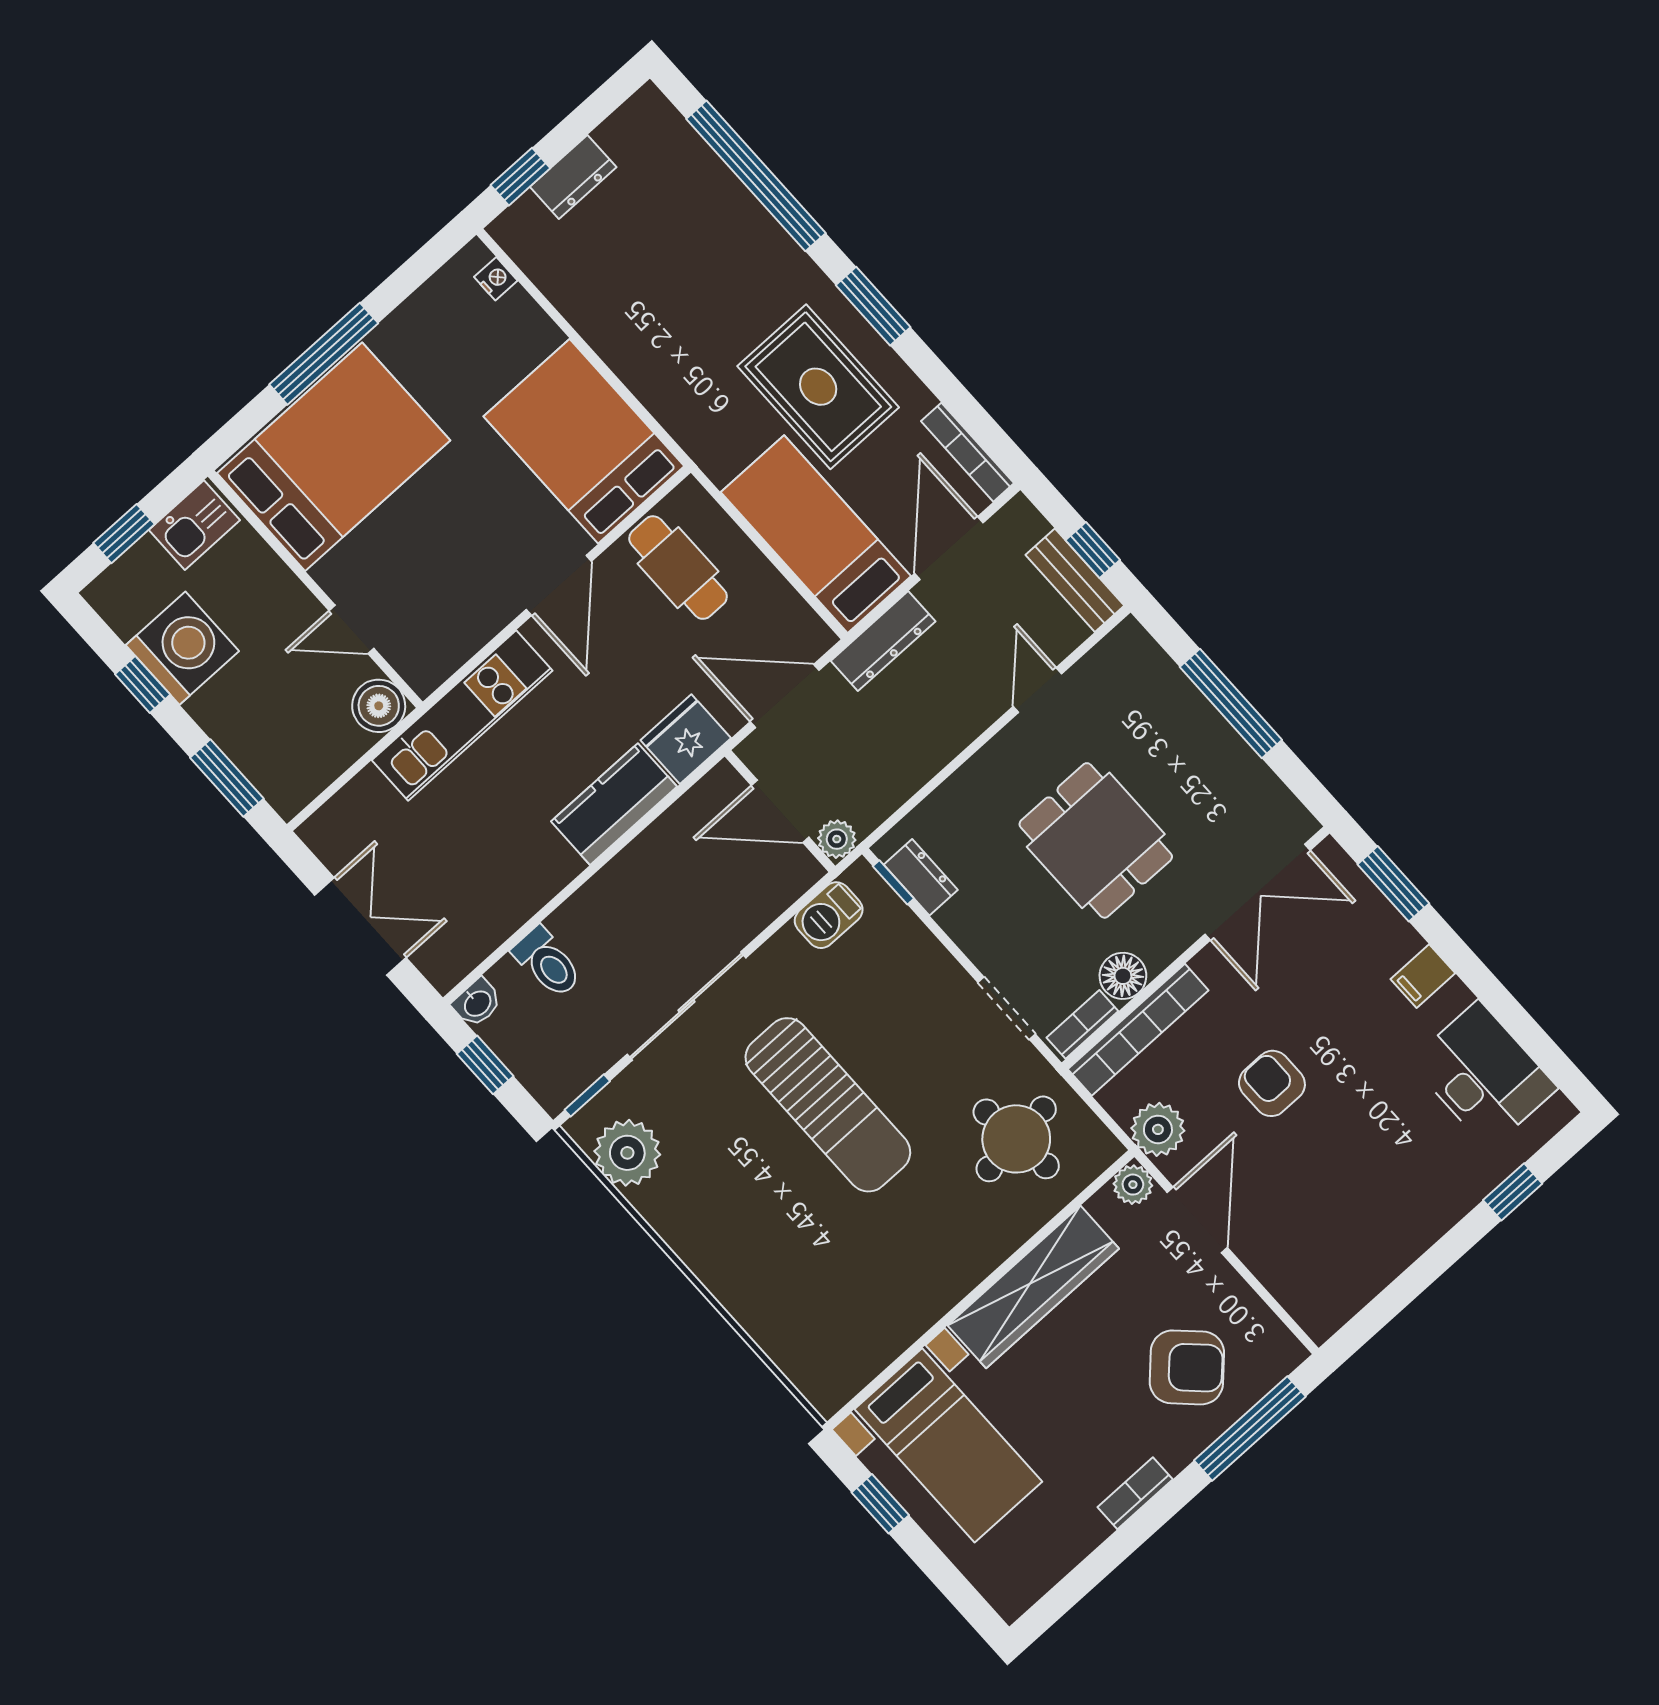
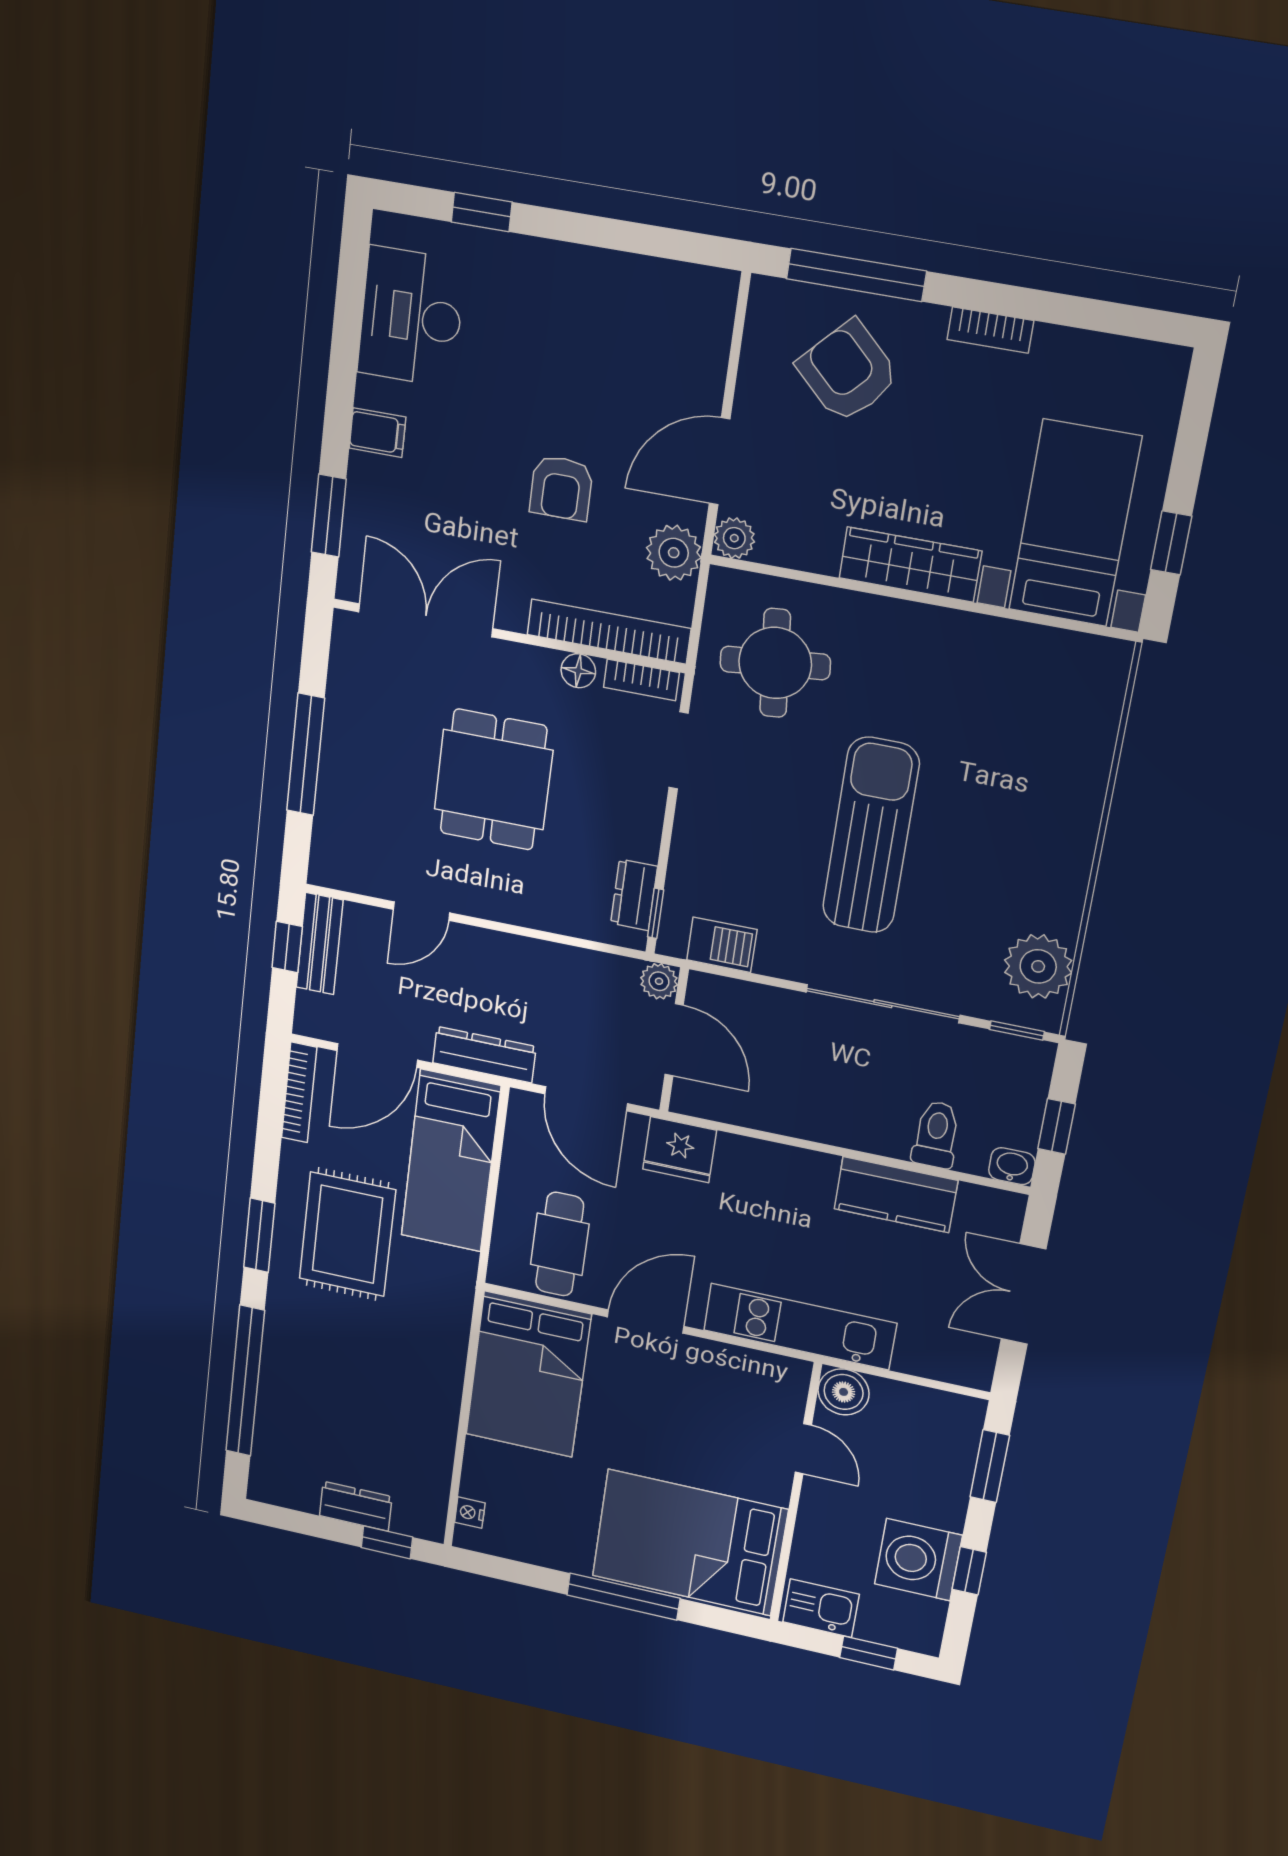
kitchen counter: (614, 804) -> (896, 1195), moved
floor lamp: (1123, 976) -> (578, 671), width x0.73, depth x0.73
wardrobe: (1033, 1287) -> (910, 564), width x0.71, depth x0.85

